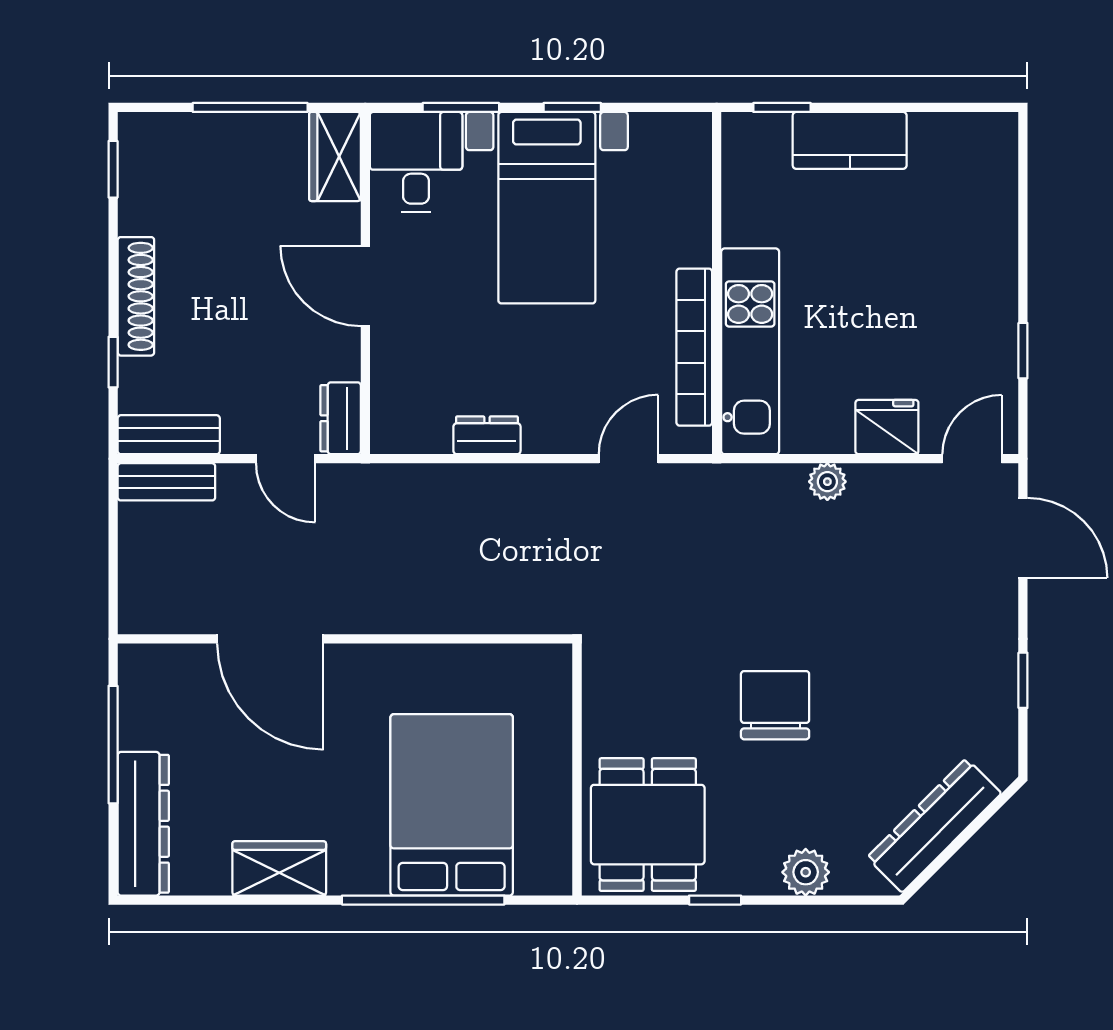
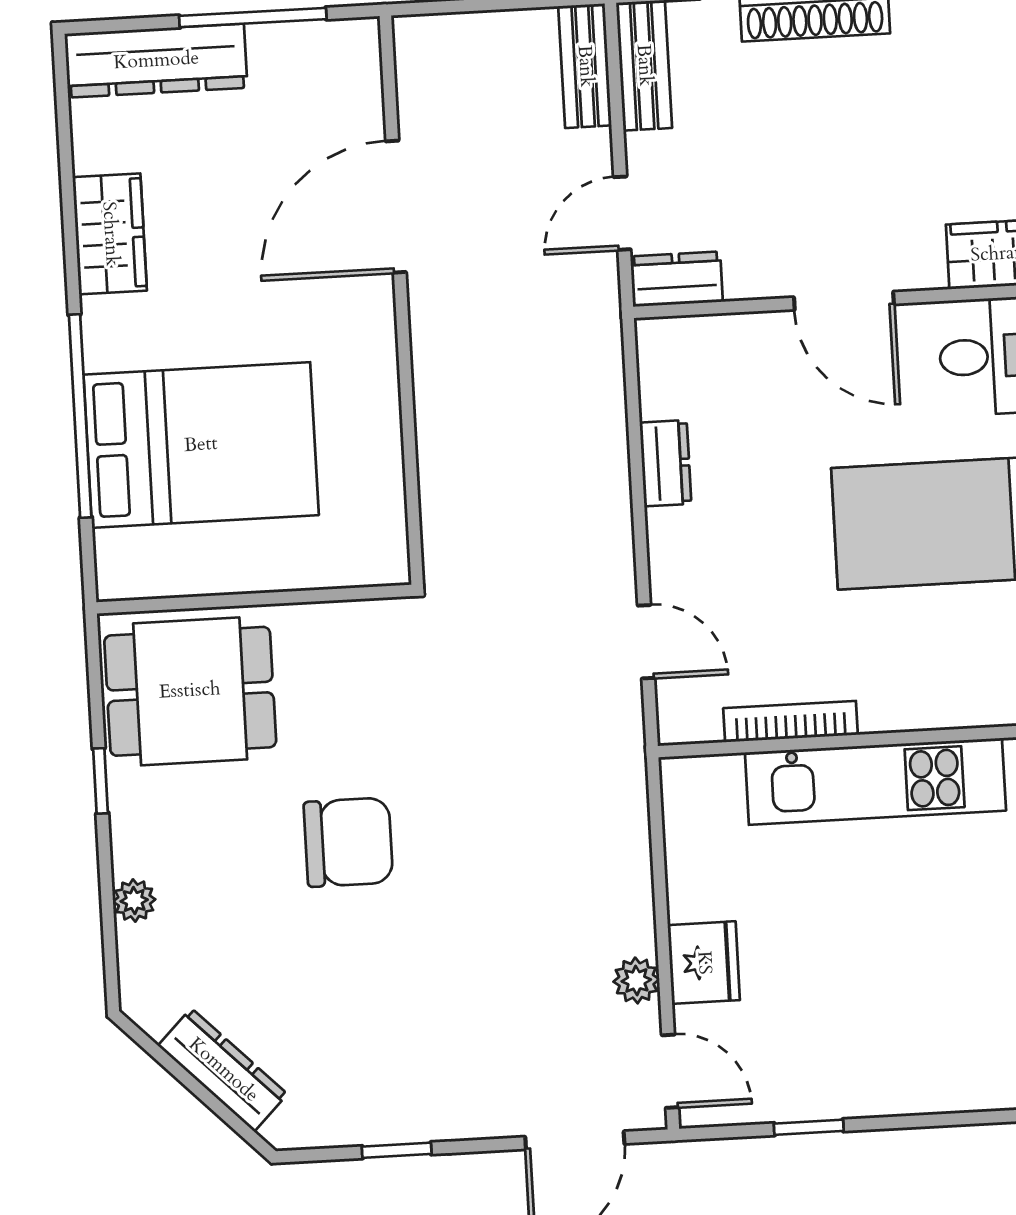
door: (365, 286) -> (844, 301), swing flipped
bookcase: (694, 347) -> (791, 722), width x0.68, depth x0.76
kitchen unit: (750, 351) -> (875, 781), moved
plant: (827, 482) -> (636, 980), moved
dresser: (934, 825) -> (223, 1070), width x0.73, depth x0.80
plant: (806, 872) -> (134, 901), width x0.73, depth x0.73

